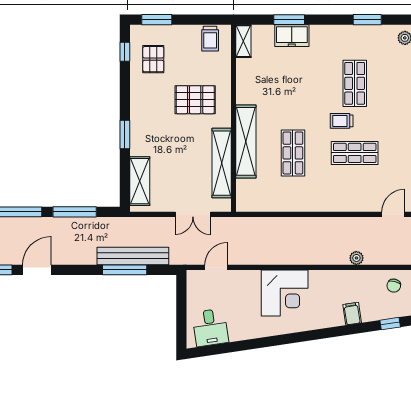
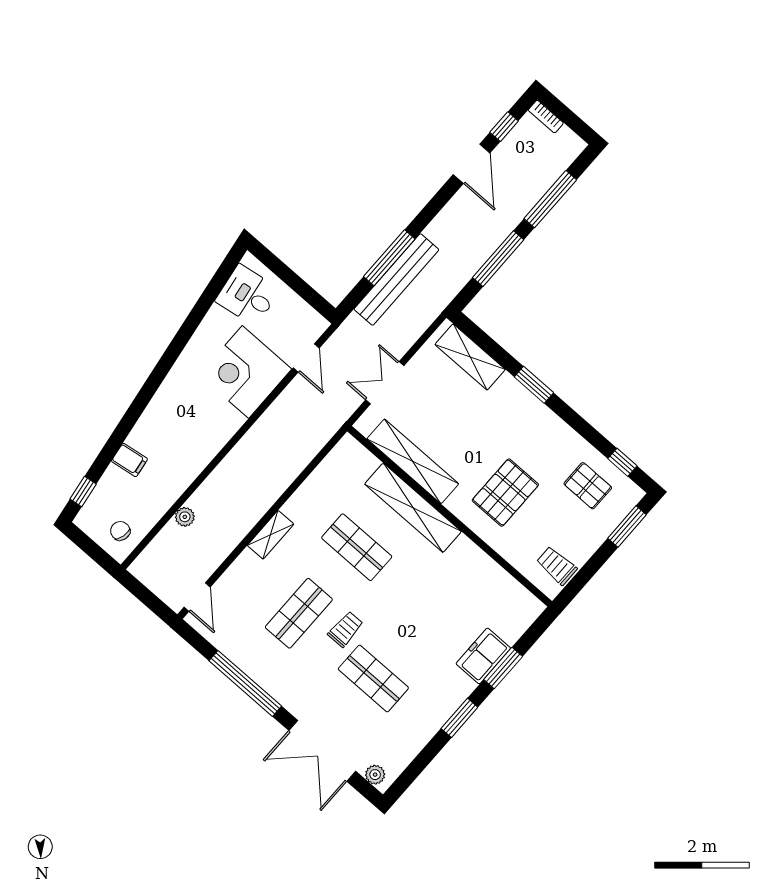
window: (367, 20) -> (459, 718), moved
shelving: (243, 41) -> (271, 535), moved, turned 90
corner desk: (285, 293) -> (245, 372), moved

